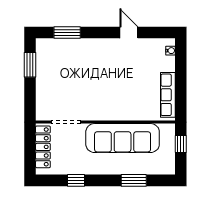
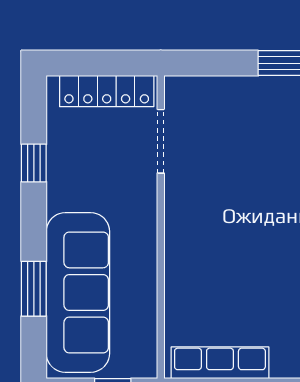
sofa: (123, 138) -> (78, 292), moved, turned 180

